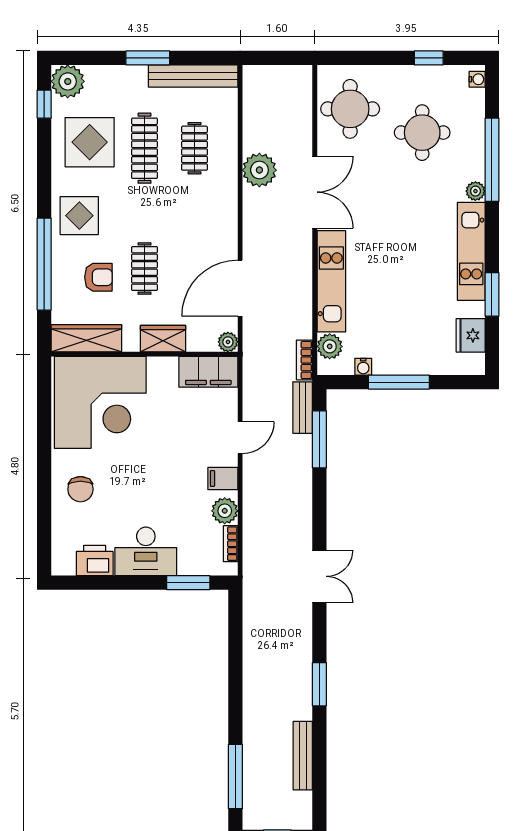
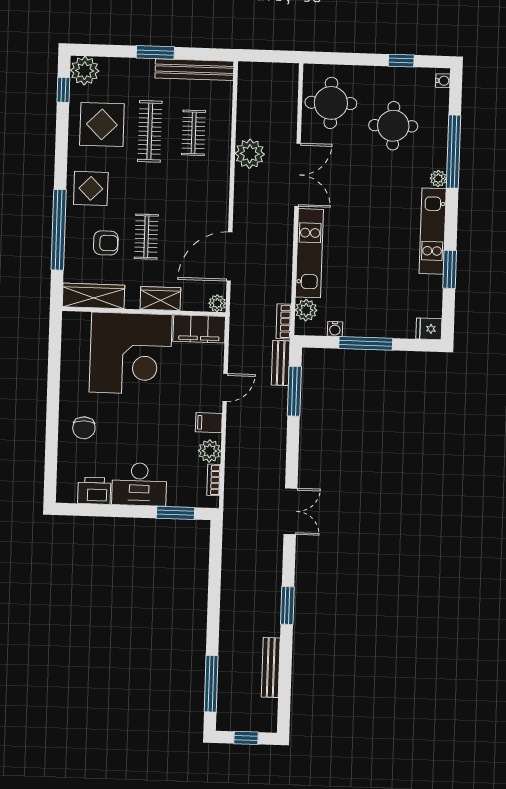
fridge: (471, 335) -> (429, 329), moved, width x0.72
corner desk: (100, 402) -> (131, 353), moved

